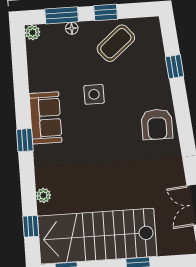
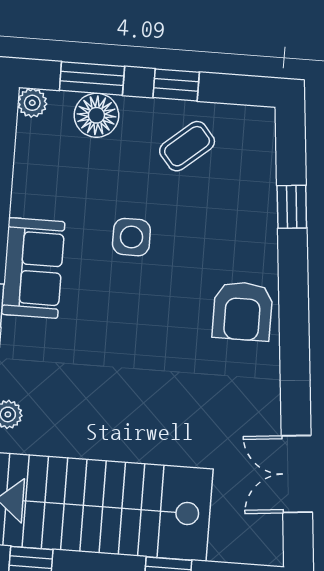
floor lamp: (72, 28) -> (96, 115), width x1.89, depth x1.89
coffee table: (116, 43) -> (187, 146), width x0.73, depth x0.77

